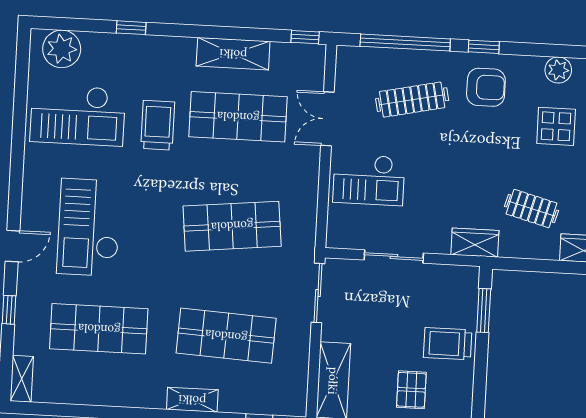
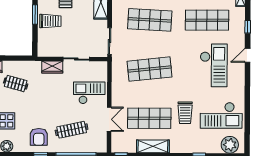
armchair: (486, 87) -> (39, 137), turned -90
checkout: (78, 115) -> (221, 115), turned 180
wardrobe: (475, 243) -> (52, 67), moved
window: (484, 310) -> (35, 14), moved

